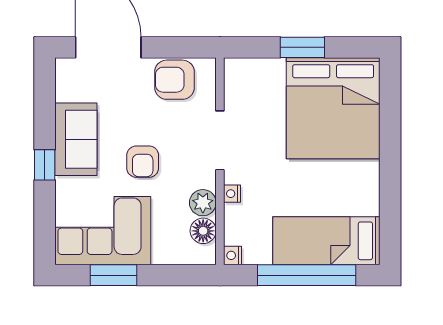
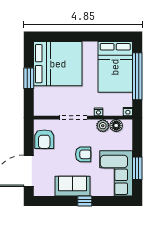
bed: (326, 241) -> (115, 67), width x1.50

